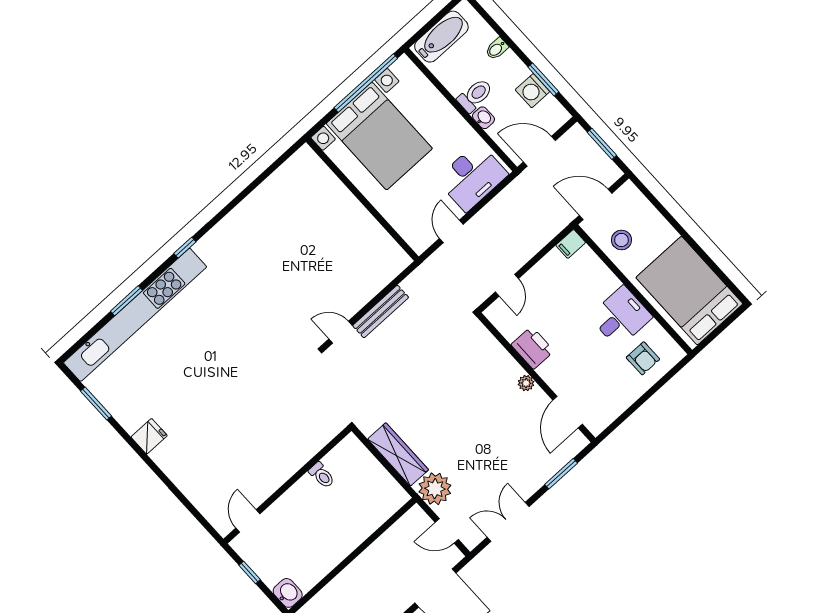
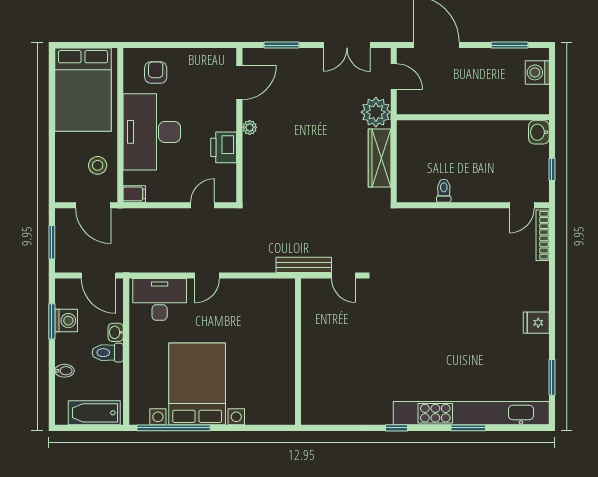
wall: (362, 199) -> (298, 352), moved
desk: (621, 317) -> (152, 132), width x1.87, depth x1.30
bookcase: (209, 512) -> (543, 235), added

